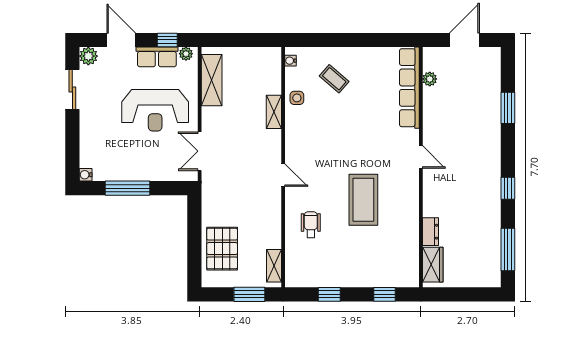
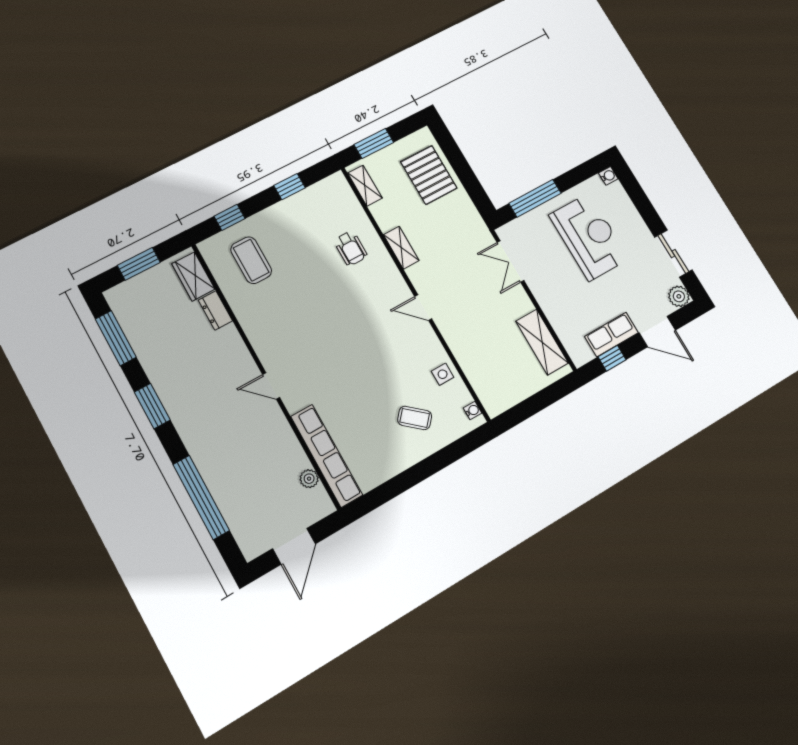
plant: (186, 54) -> (585, 355), removed
window: (508, 108) -> (201, 497), width x2.11
reception desk: (155, 110) -> (589, 237), moved, turned 90
shelving: (274, 112) -> (401, 248), moved
double door: (200, 151) -> (510, 261), swing flipped
door: (283, 175) -> (423, 308), moved
window: (127, 188) -> (535, 198), moved
window: (508, 188) -> (152, 406), width x1.50
coffee table: (363, 200) -> (251, 260), moved, width x0.73, depth x0.76
window: (465, 294) -> (139, 264), added

